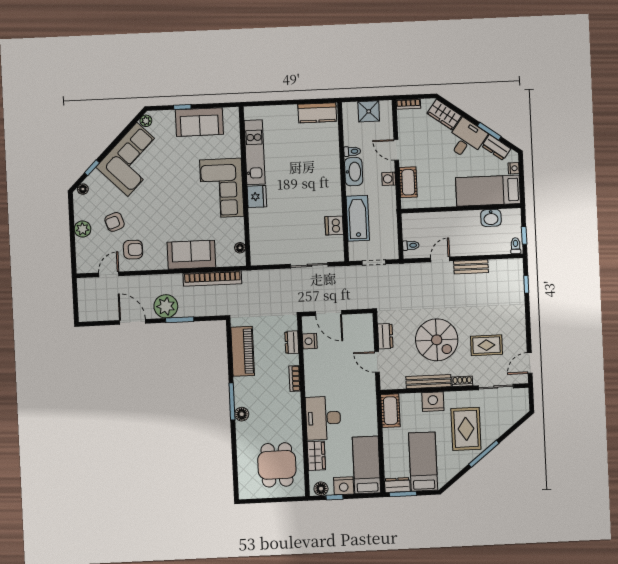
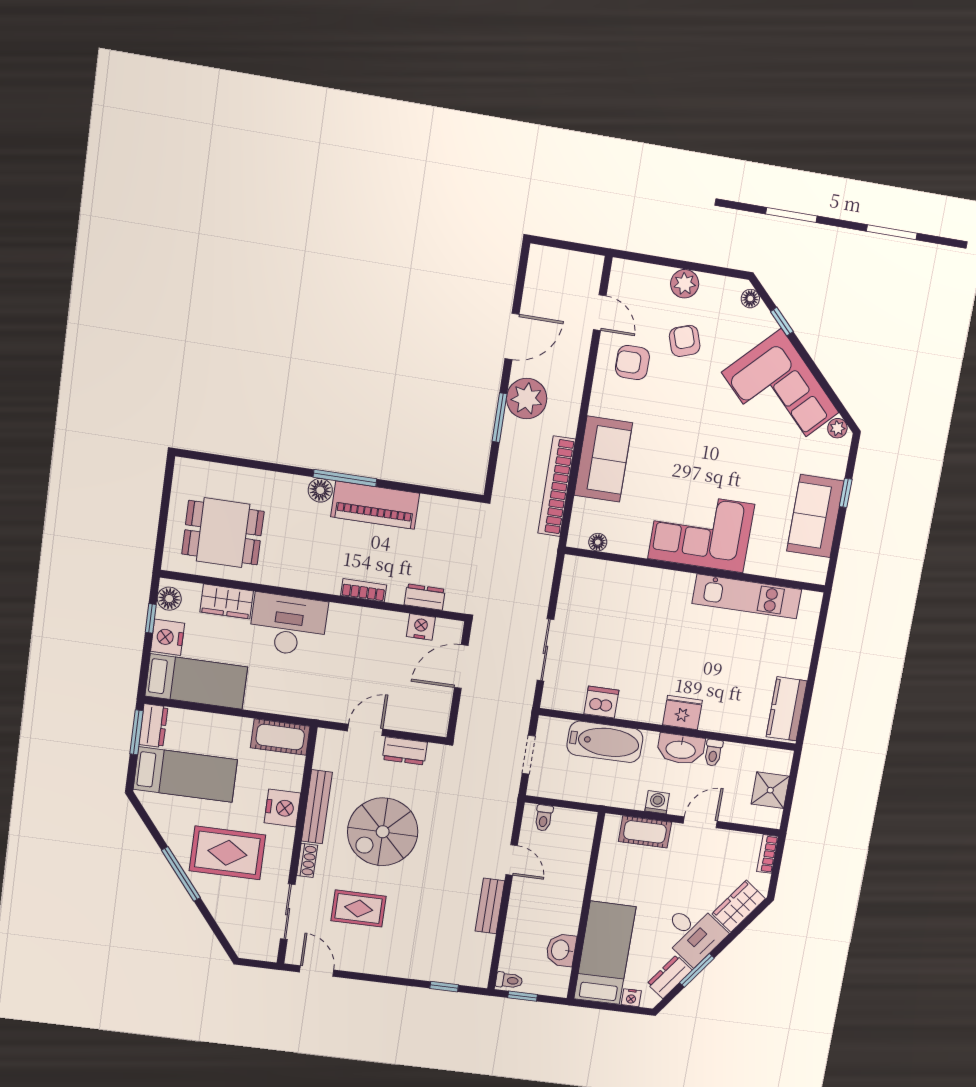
fridge: (257, 197) -> (682, 713), moved, turned 180
armchair: (133, 250) -> (632, 363), turned 90
rug: (486, 345) -> (359, 909), turned 90
piano: (243, 351) -> (375, 505), moved

